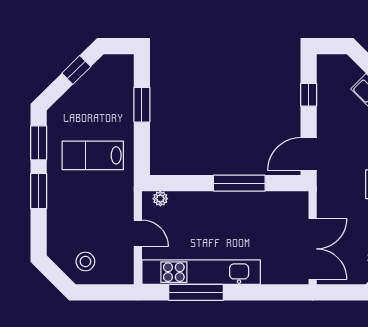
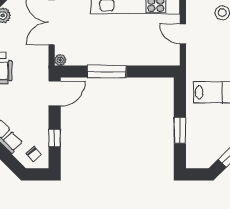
chair: (336, 74) -> (34, 154), added
plant: (160, 199) -> (60, 60), moved

